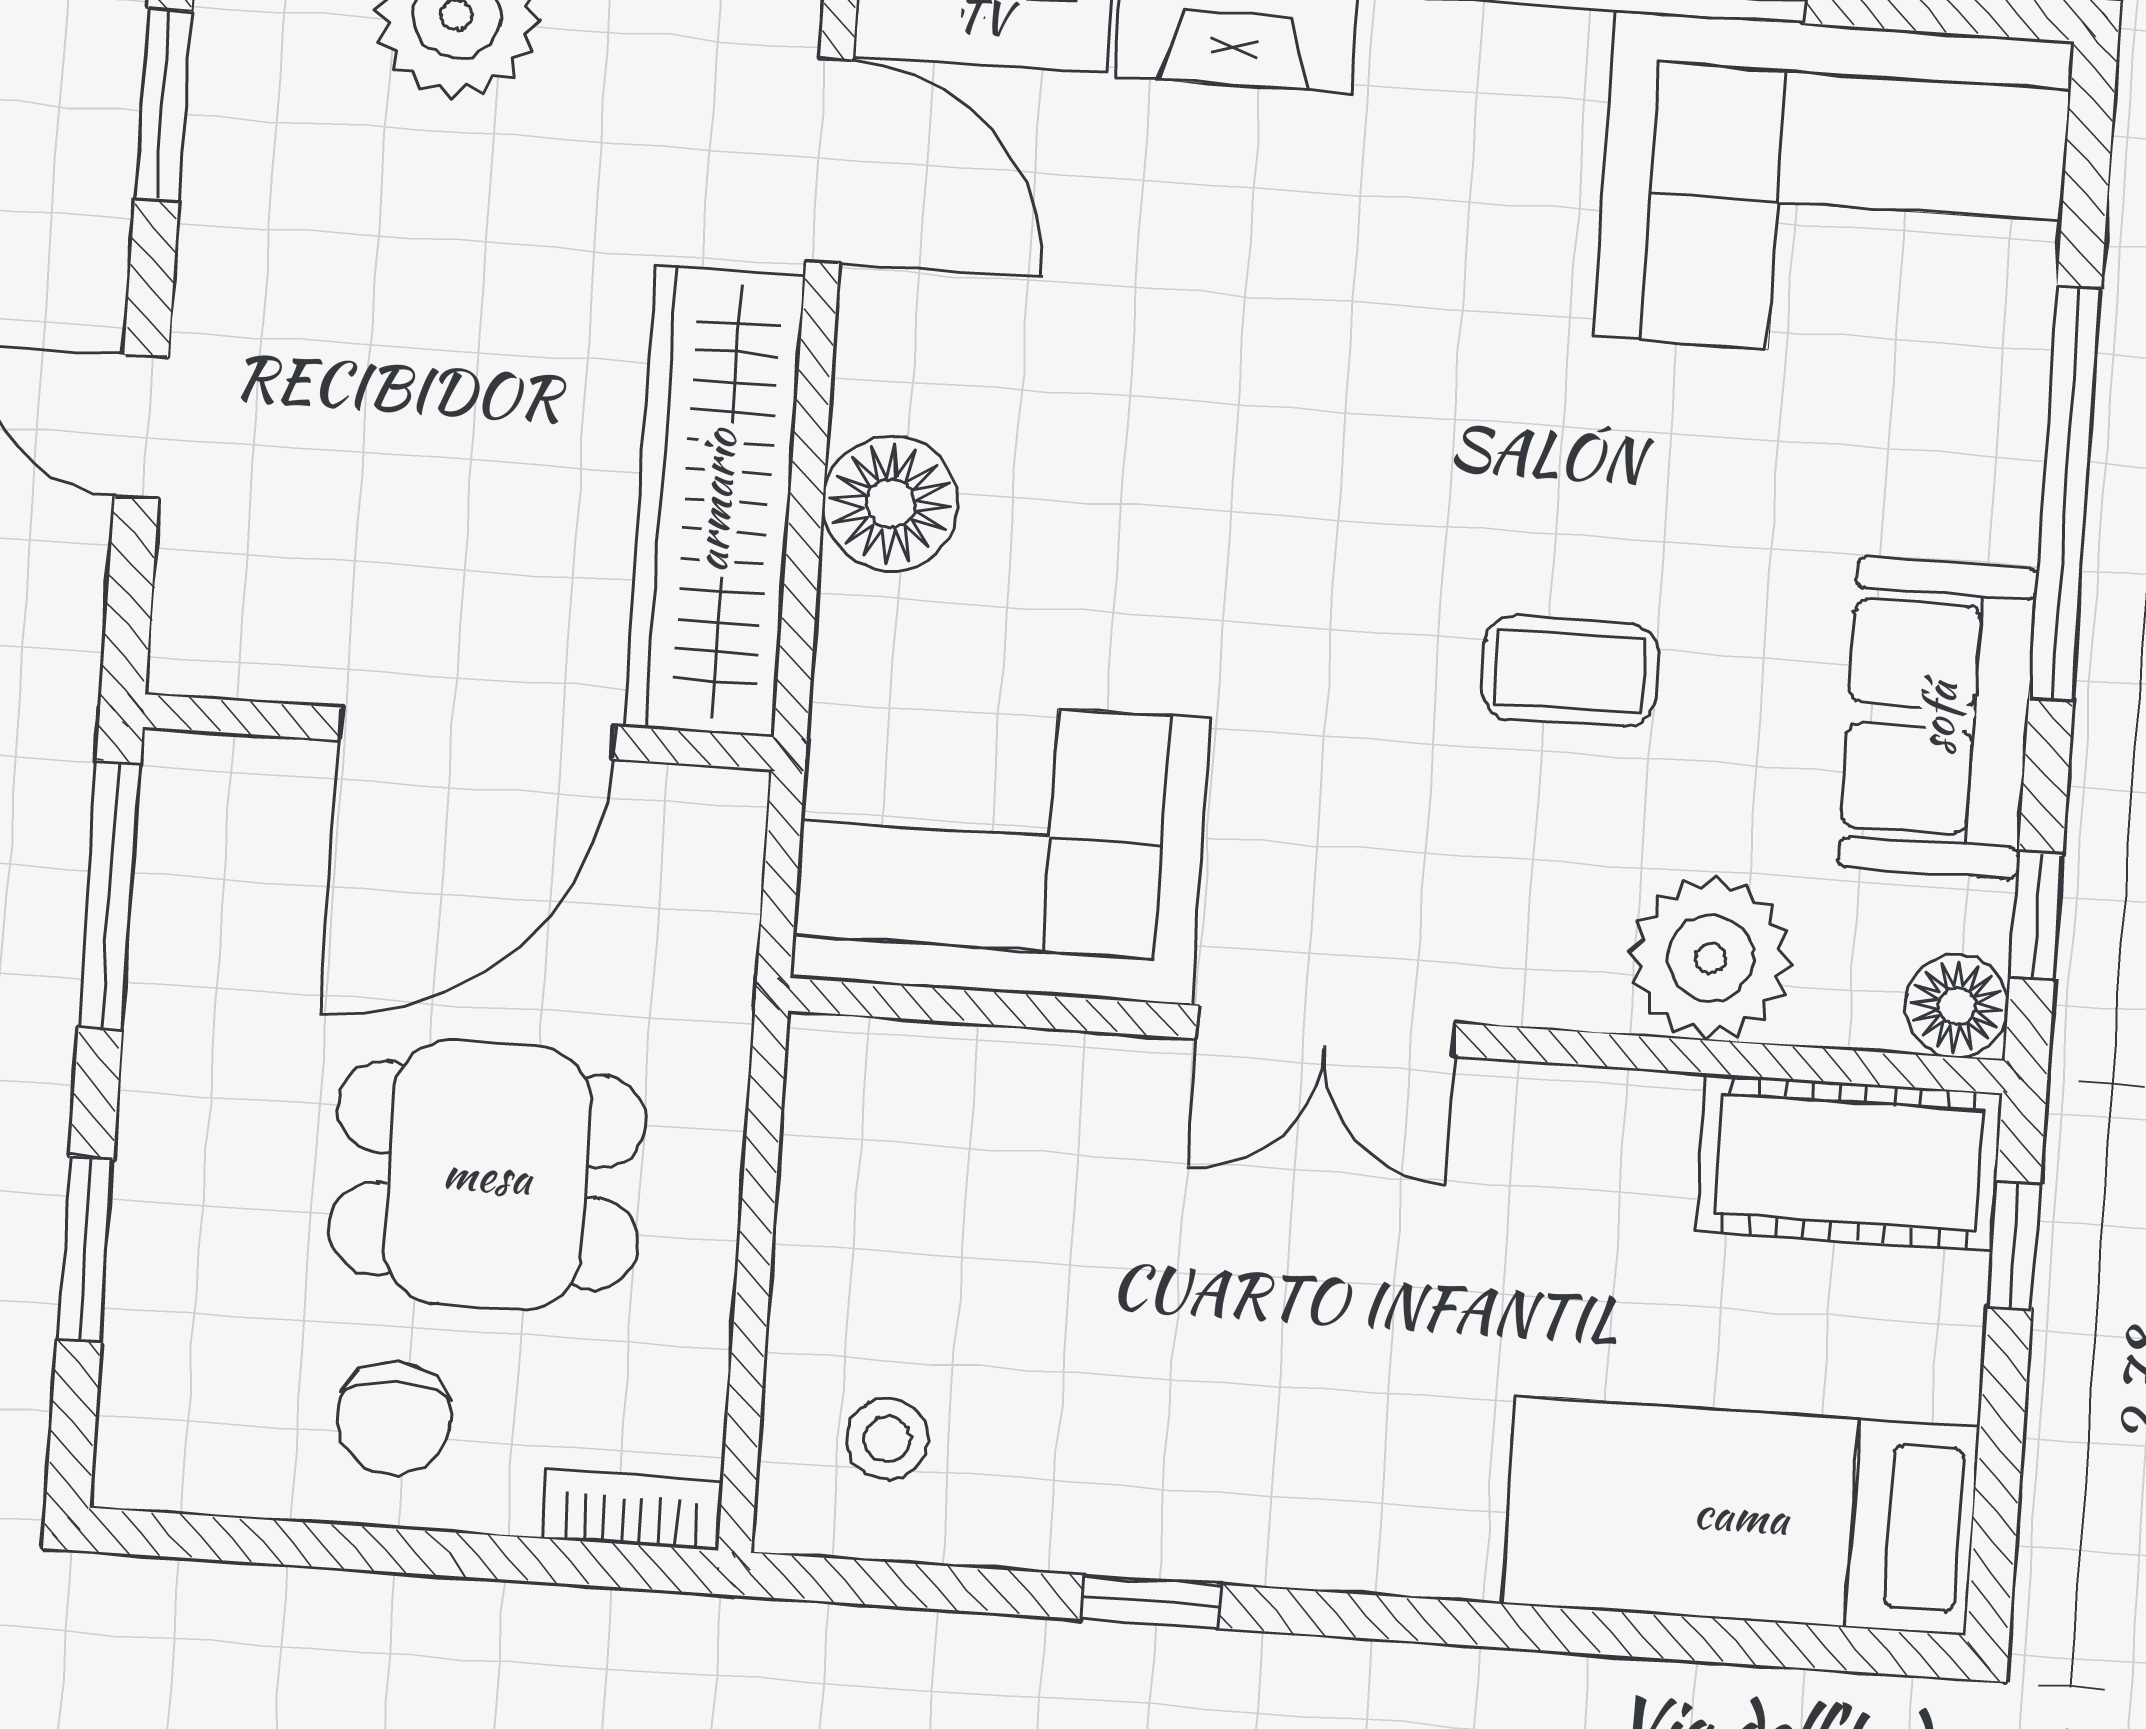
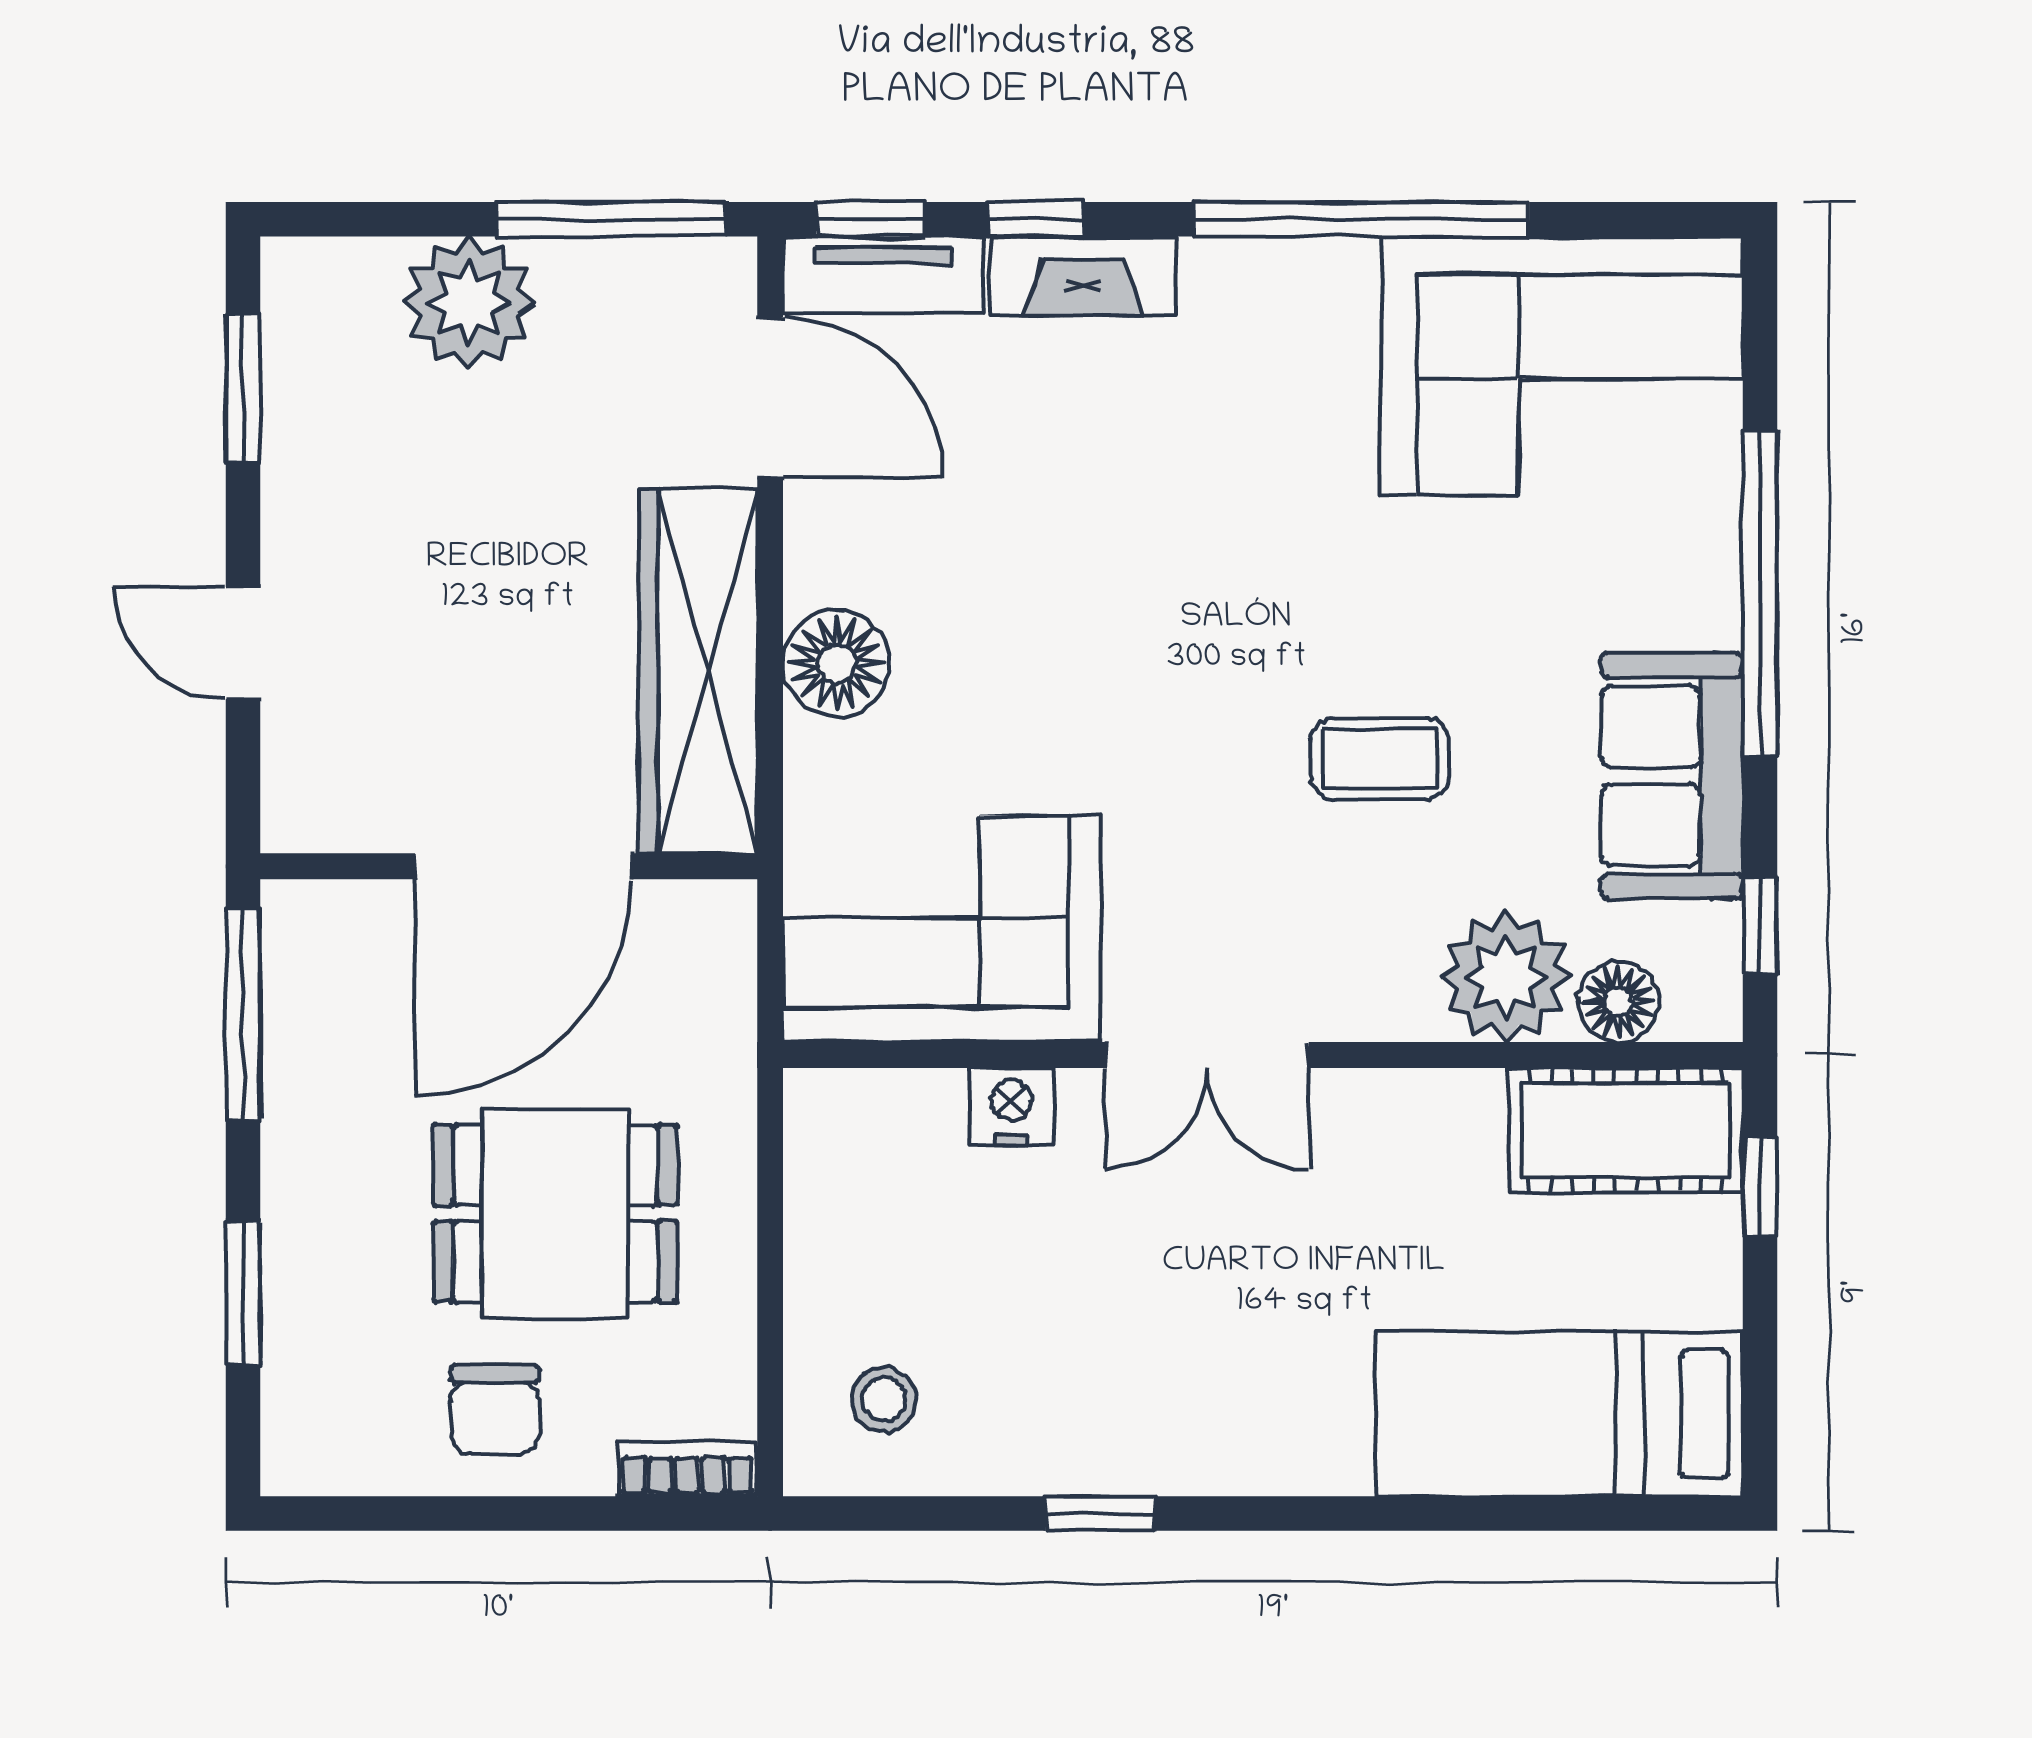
floor lamp: (1957, 1006) -> (1618, 1001), moved
nightstand: (1073, 1079) -> (1011, 1107), added

